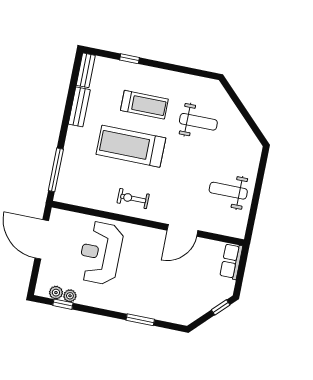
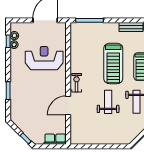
treadmill: (131, 146) -> (113, 63), turned 180
weight bench: (228, 191) -> (108, 102), moved
exercise bike: (133, 199) -> (77, 83), moved
door: (182, 230) -> (68, 105), hinge flipped

